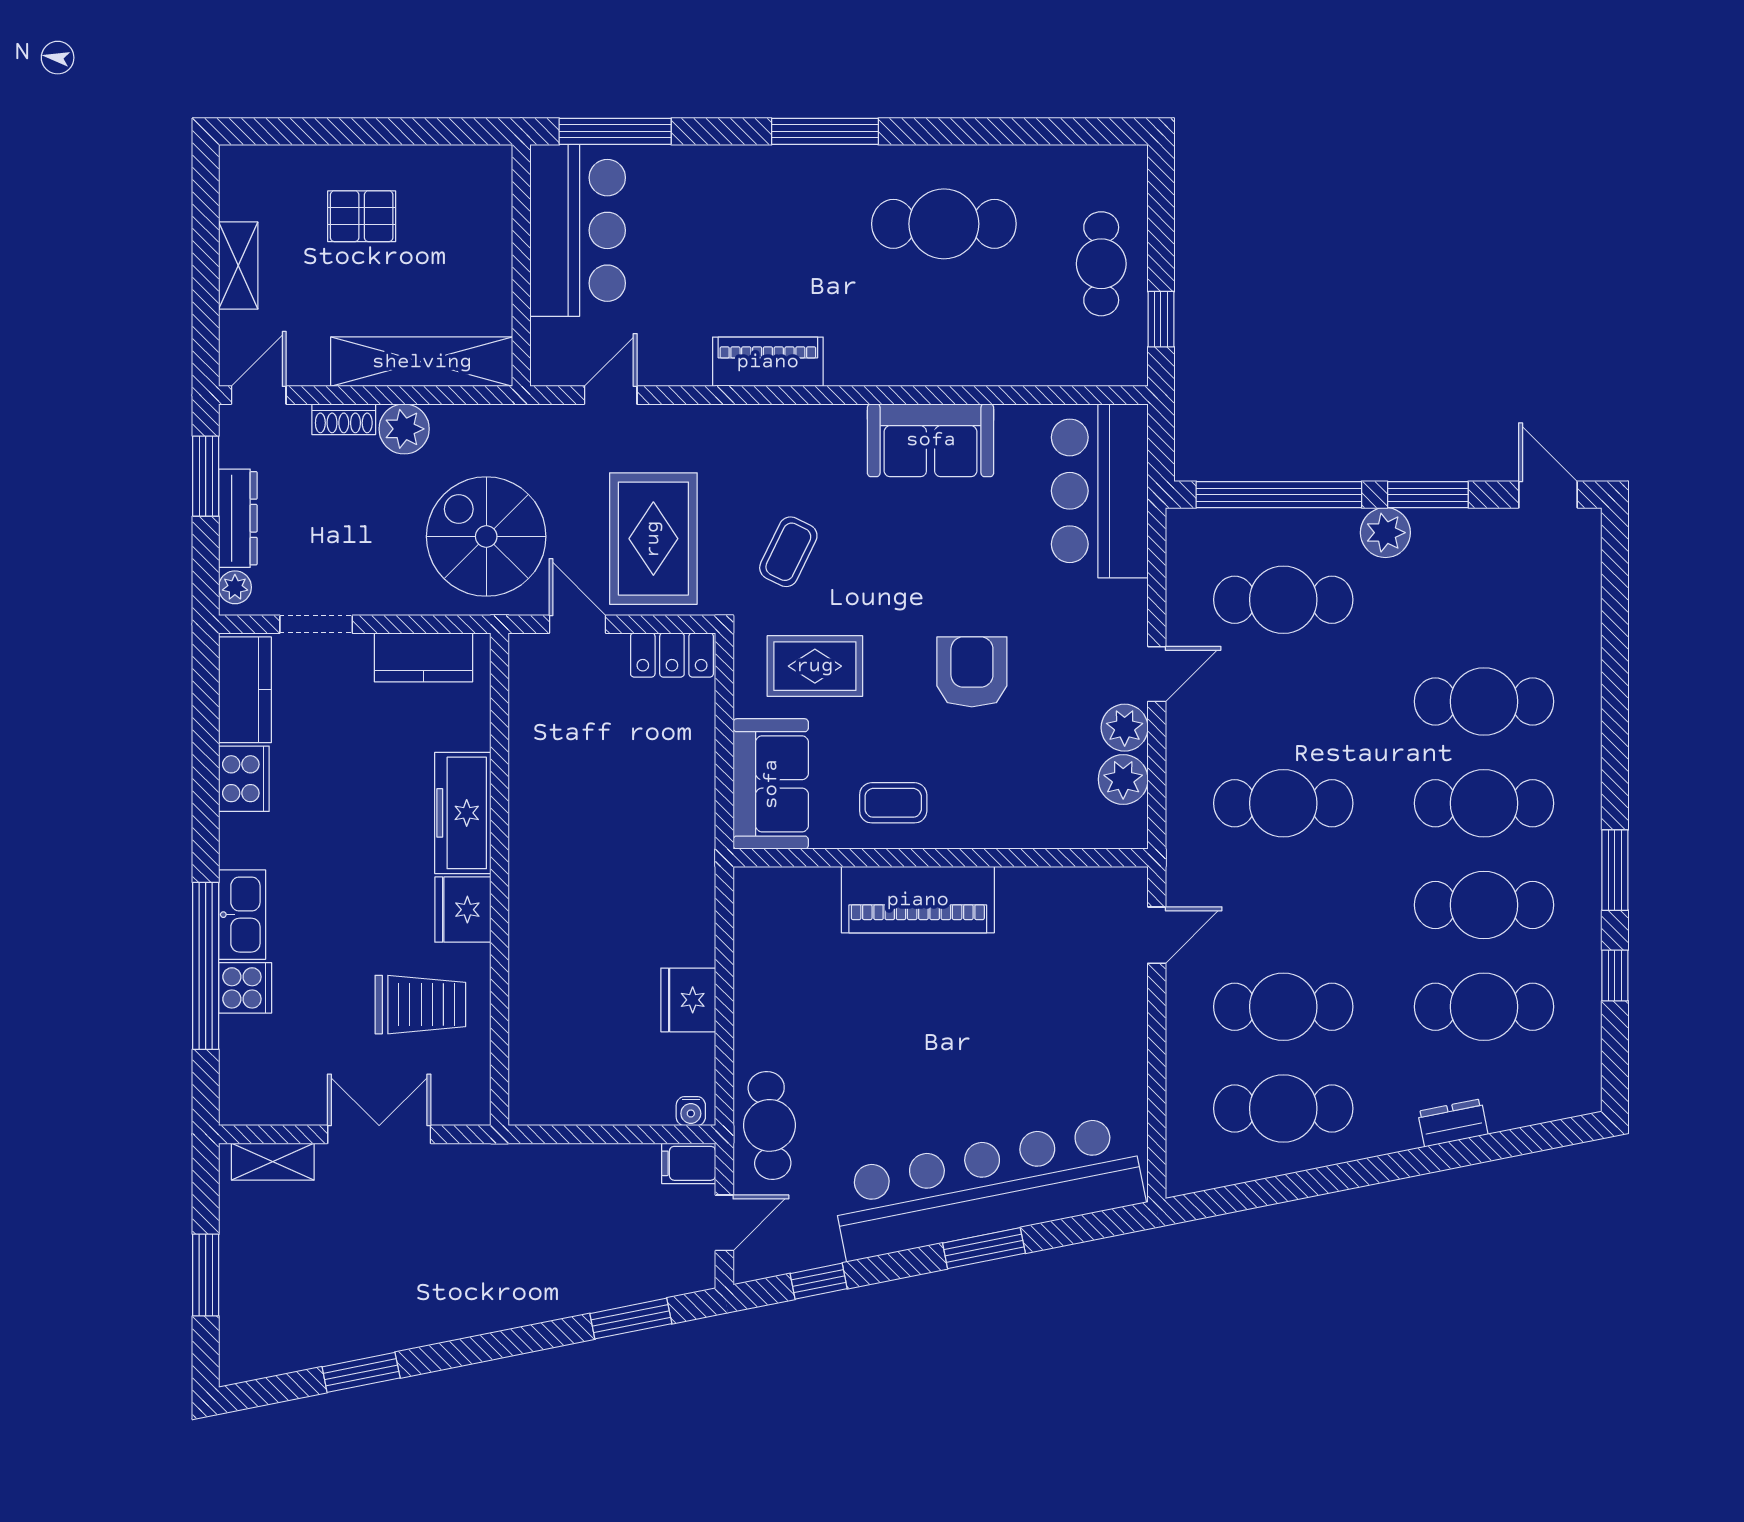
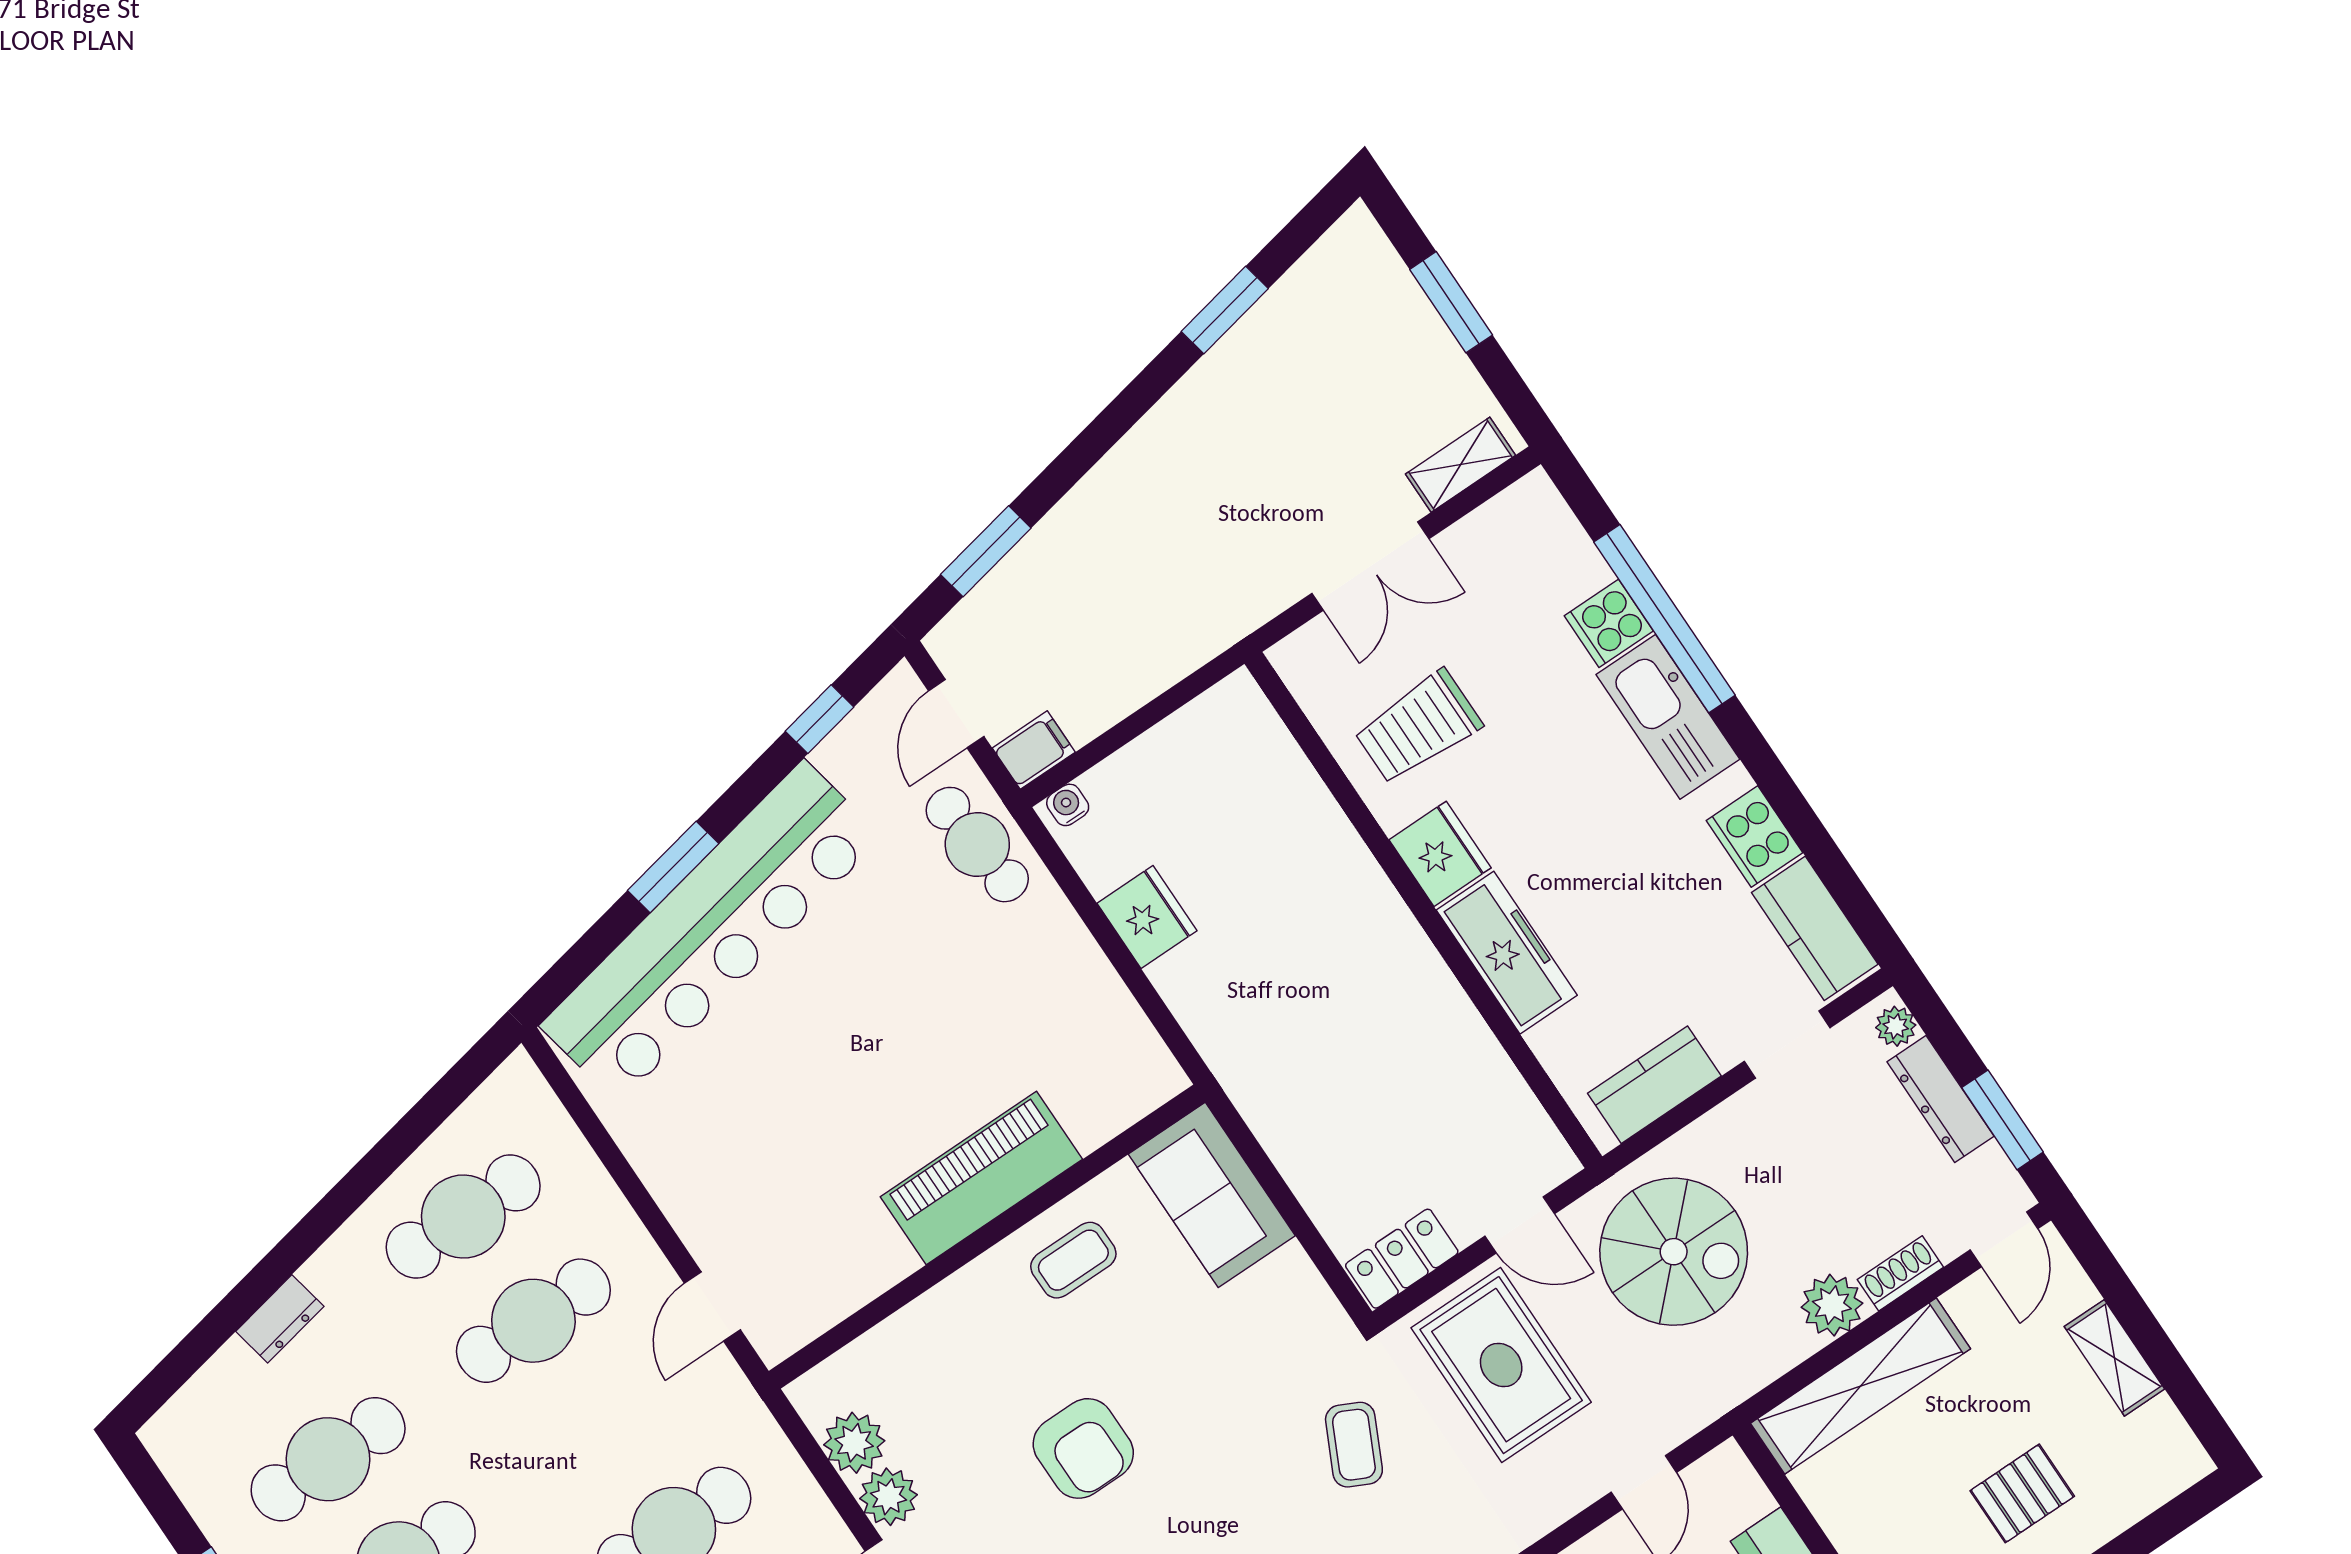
rug: (815, 666) -> (1248, 1346), removed
kitchen sink: (242, 915) -> (1668, 717), width x1.36, depth x1.24

